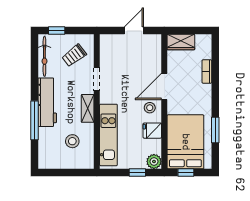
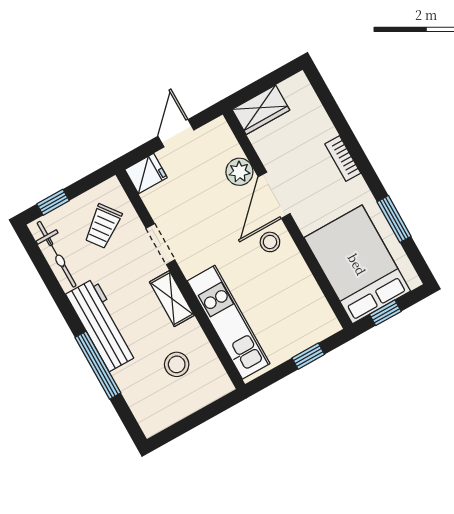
bookcase: (207, 71) -> (343, 159), moved
fridge: (152, 131) -> (146, 174), moved, turned 180
plant: (154, 161) -> (239, 172), moved

